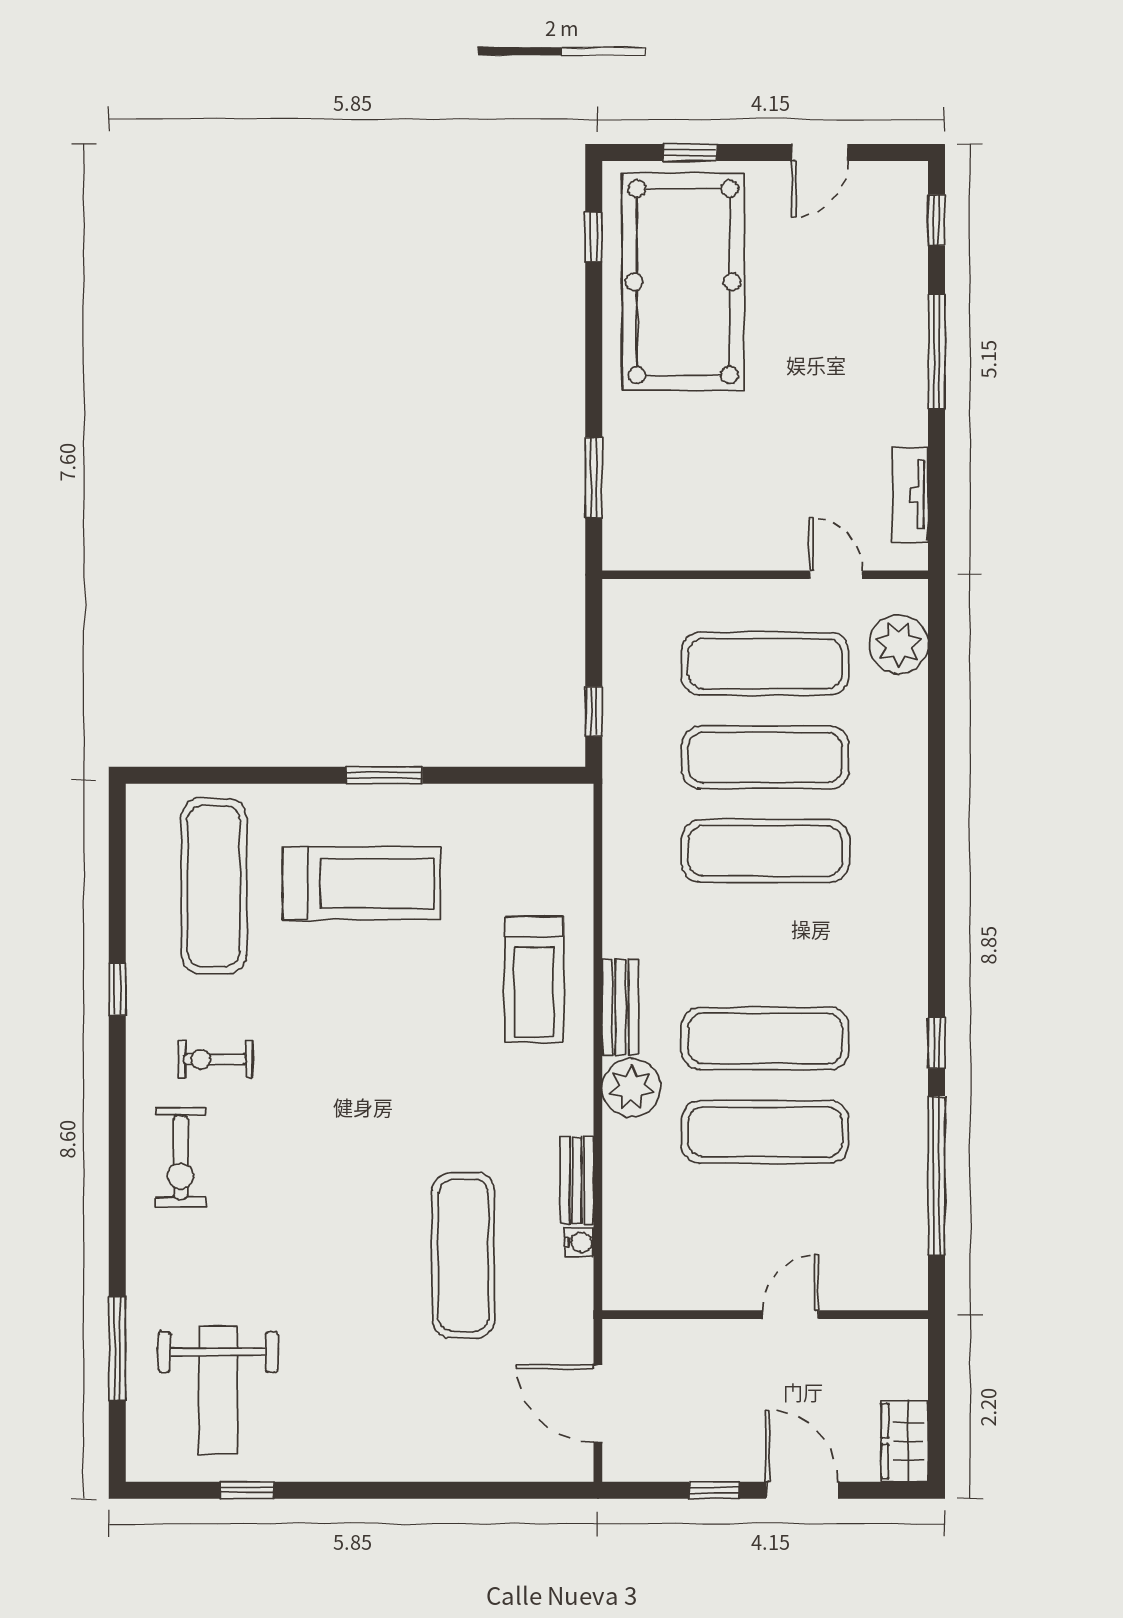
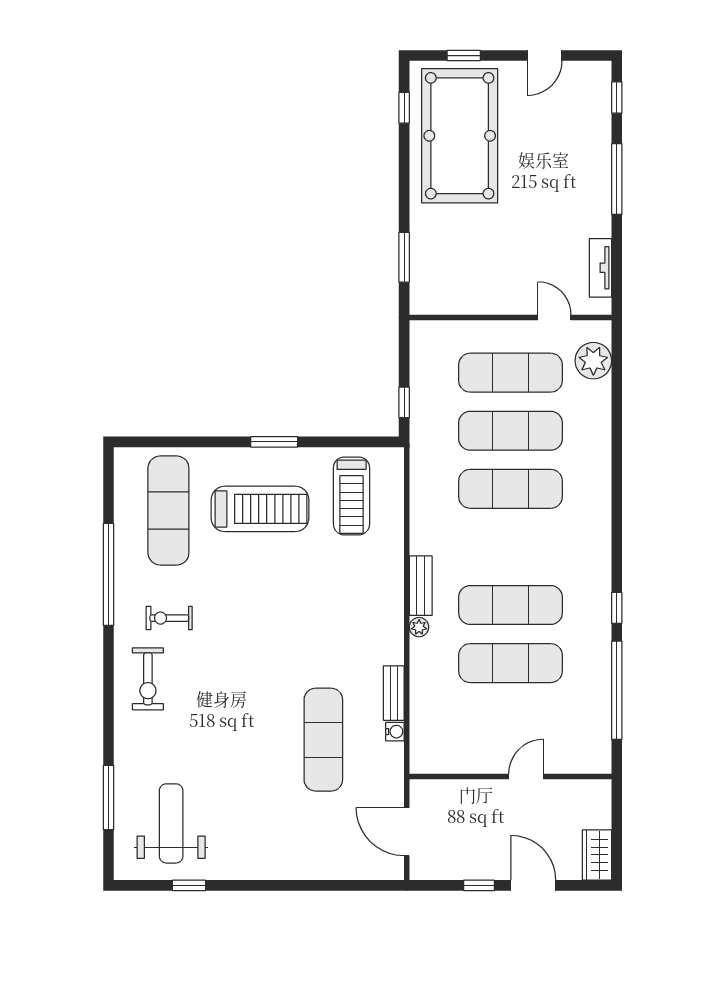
treadmill: (534, 979) -> (352, 496), moved
window: (117, 989) -> (109, 574), width x3.17
plant: (631, 1088) -> (419, 627), width x0.53, depth x0.53
weight bench: (218, 1390) -> (171, 823), turned 180

